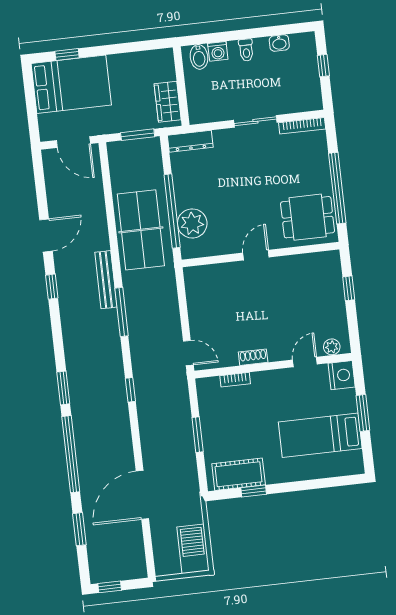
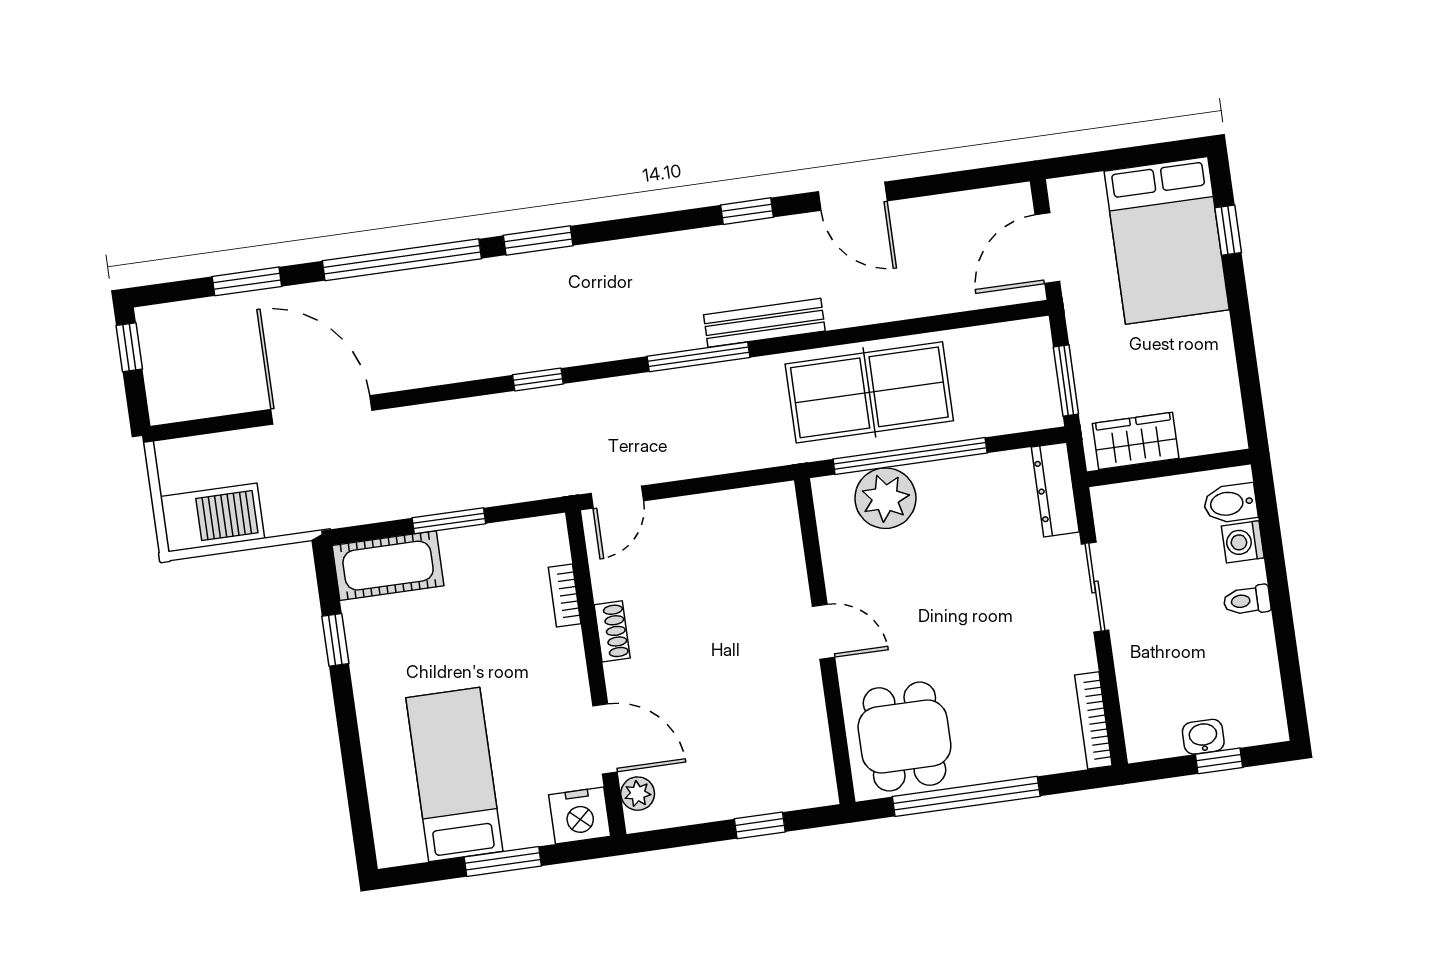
washbasin: (279, 43) -> (1203, 737), moved, turned 90
sliding door: (255, 121) -> (1095, 587), moved
door: (305, 362) -> (605, 739), width x1.38
cot: (239, 474) -> (388, 566), moved, turned 90

